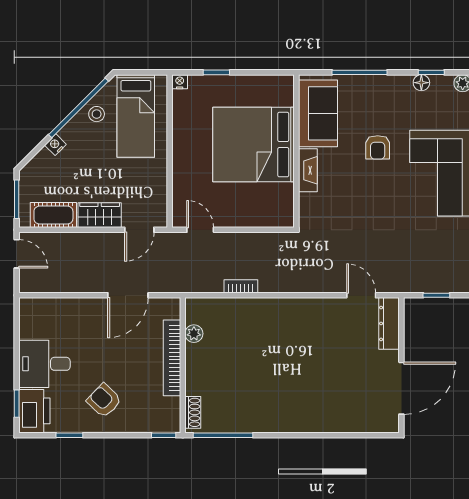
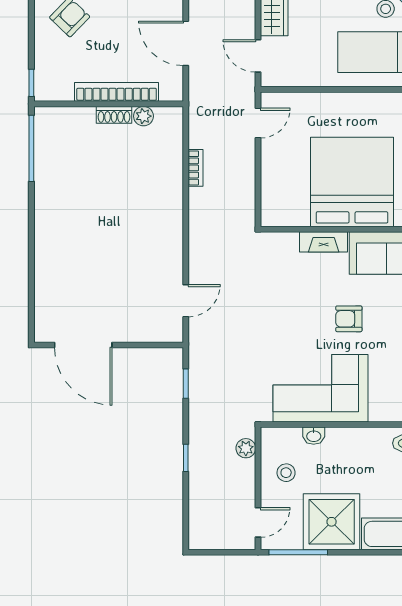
dresser: (389, 323) -> (155, 331), removed
shoe rack: (193, 412) -> (114, 115), moved

